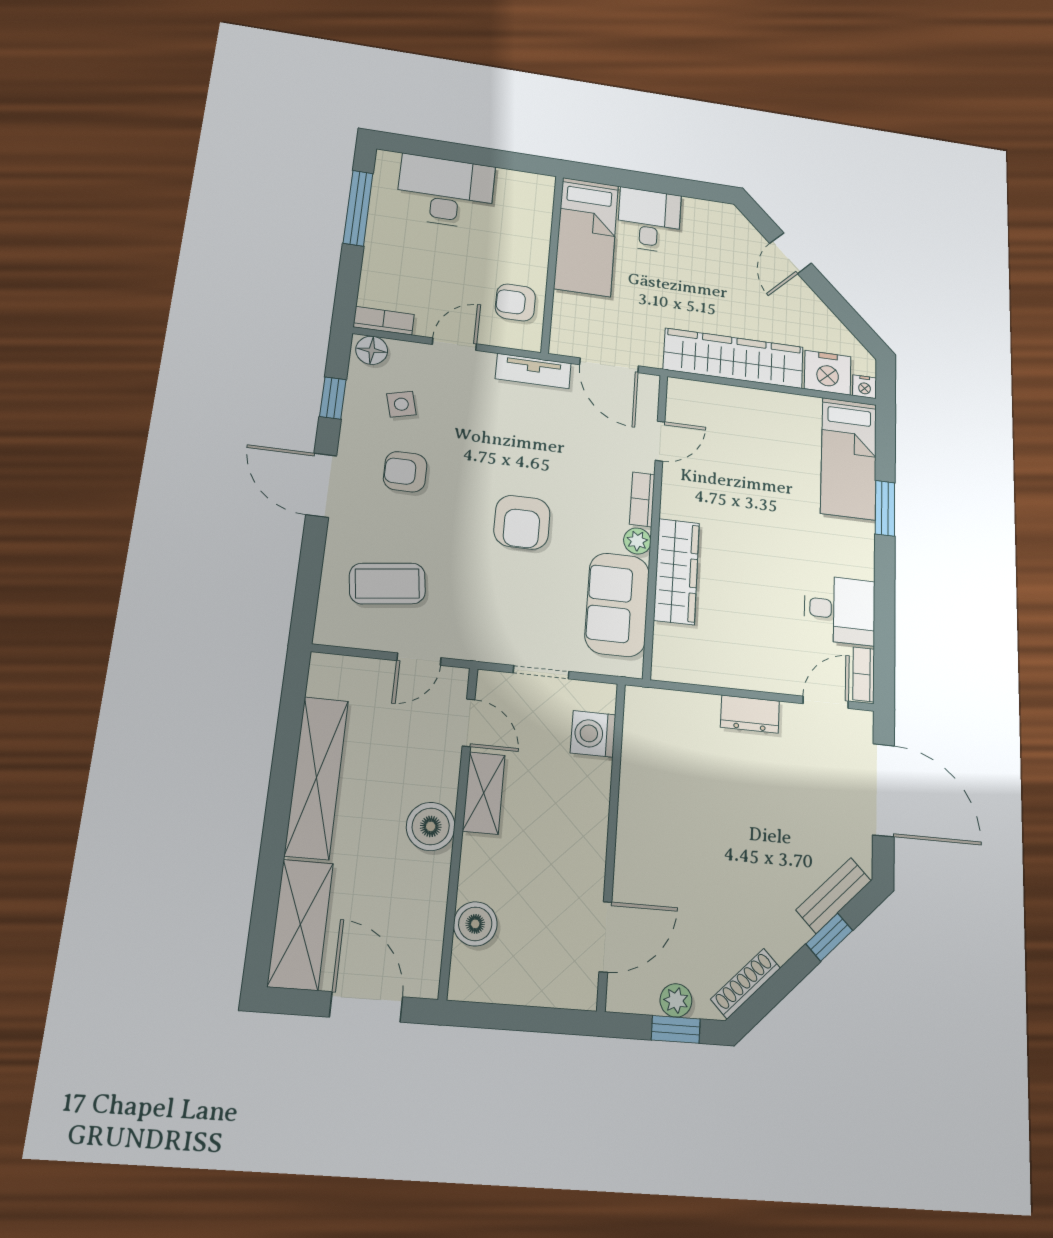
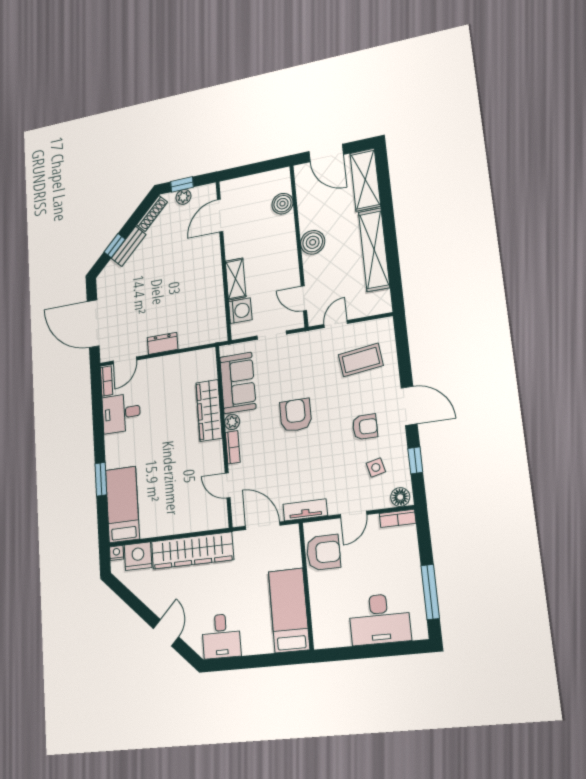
desk: (649, 220) -> (221, 636), moved
armchair: (515, 302) -> (323, 552), width x1.38, depth x1.38
door: (660, 441) -> (228, 485), hinge flipped
shelving: (484, 793) -> (236, 279), moved
bench: (834, 895) -> (129, 246), moved

